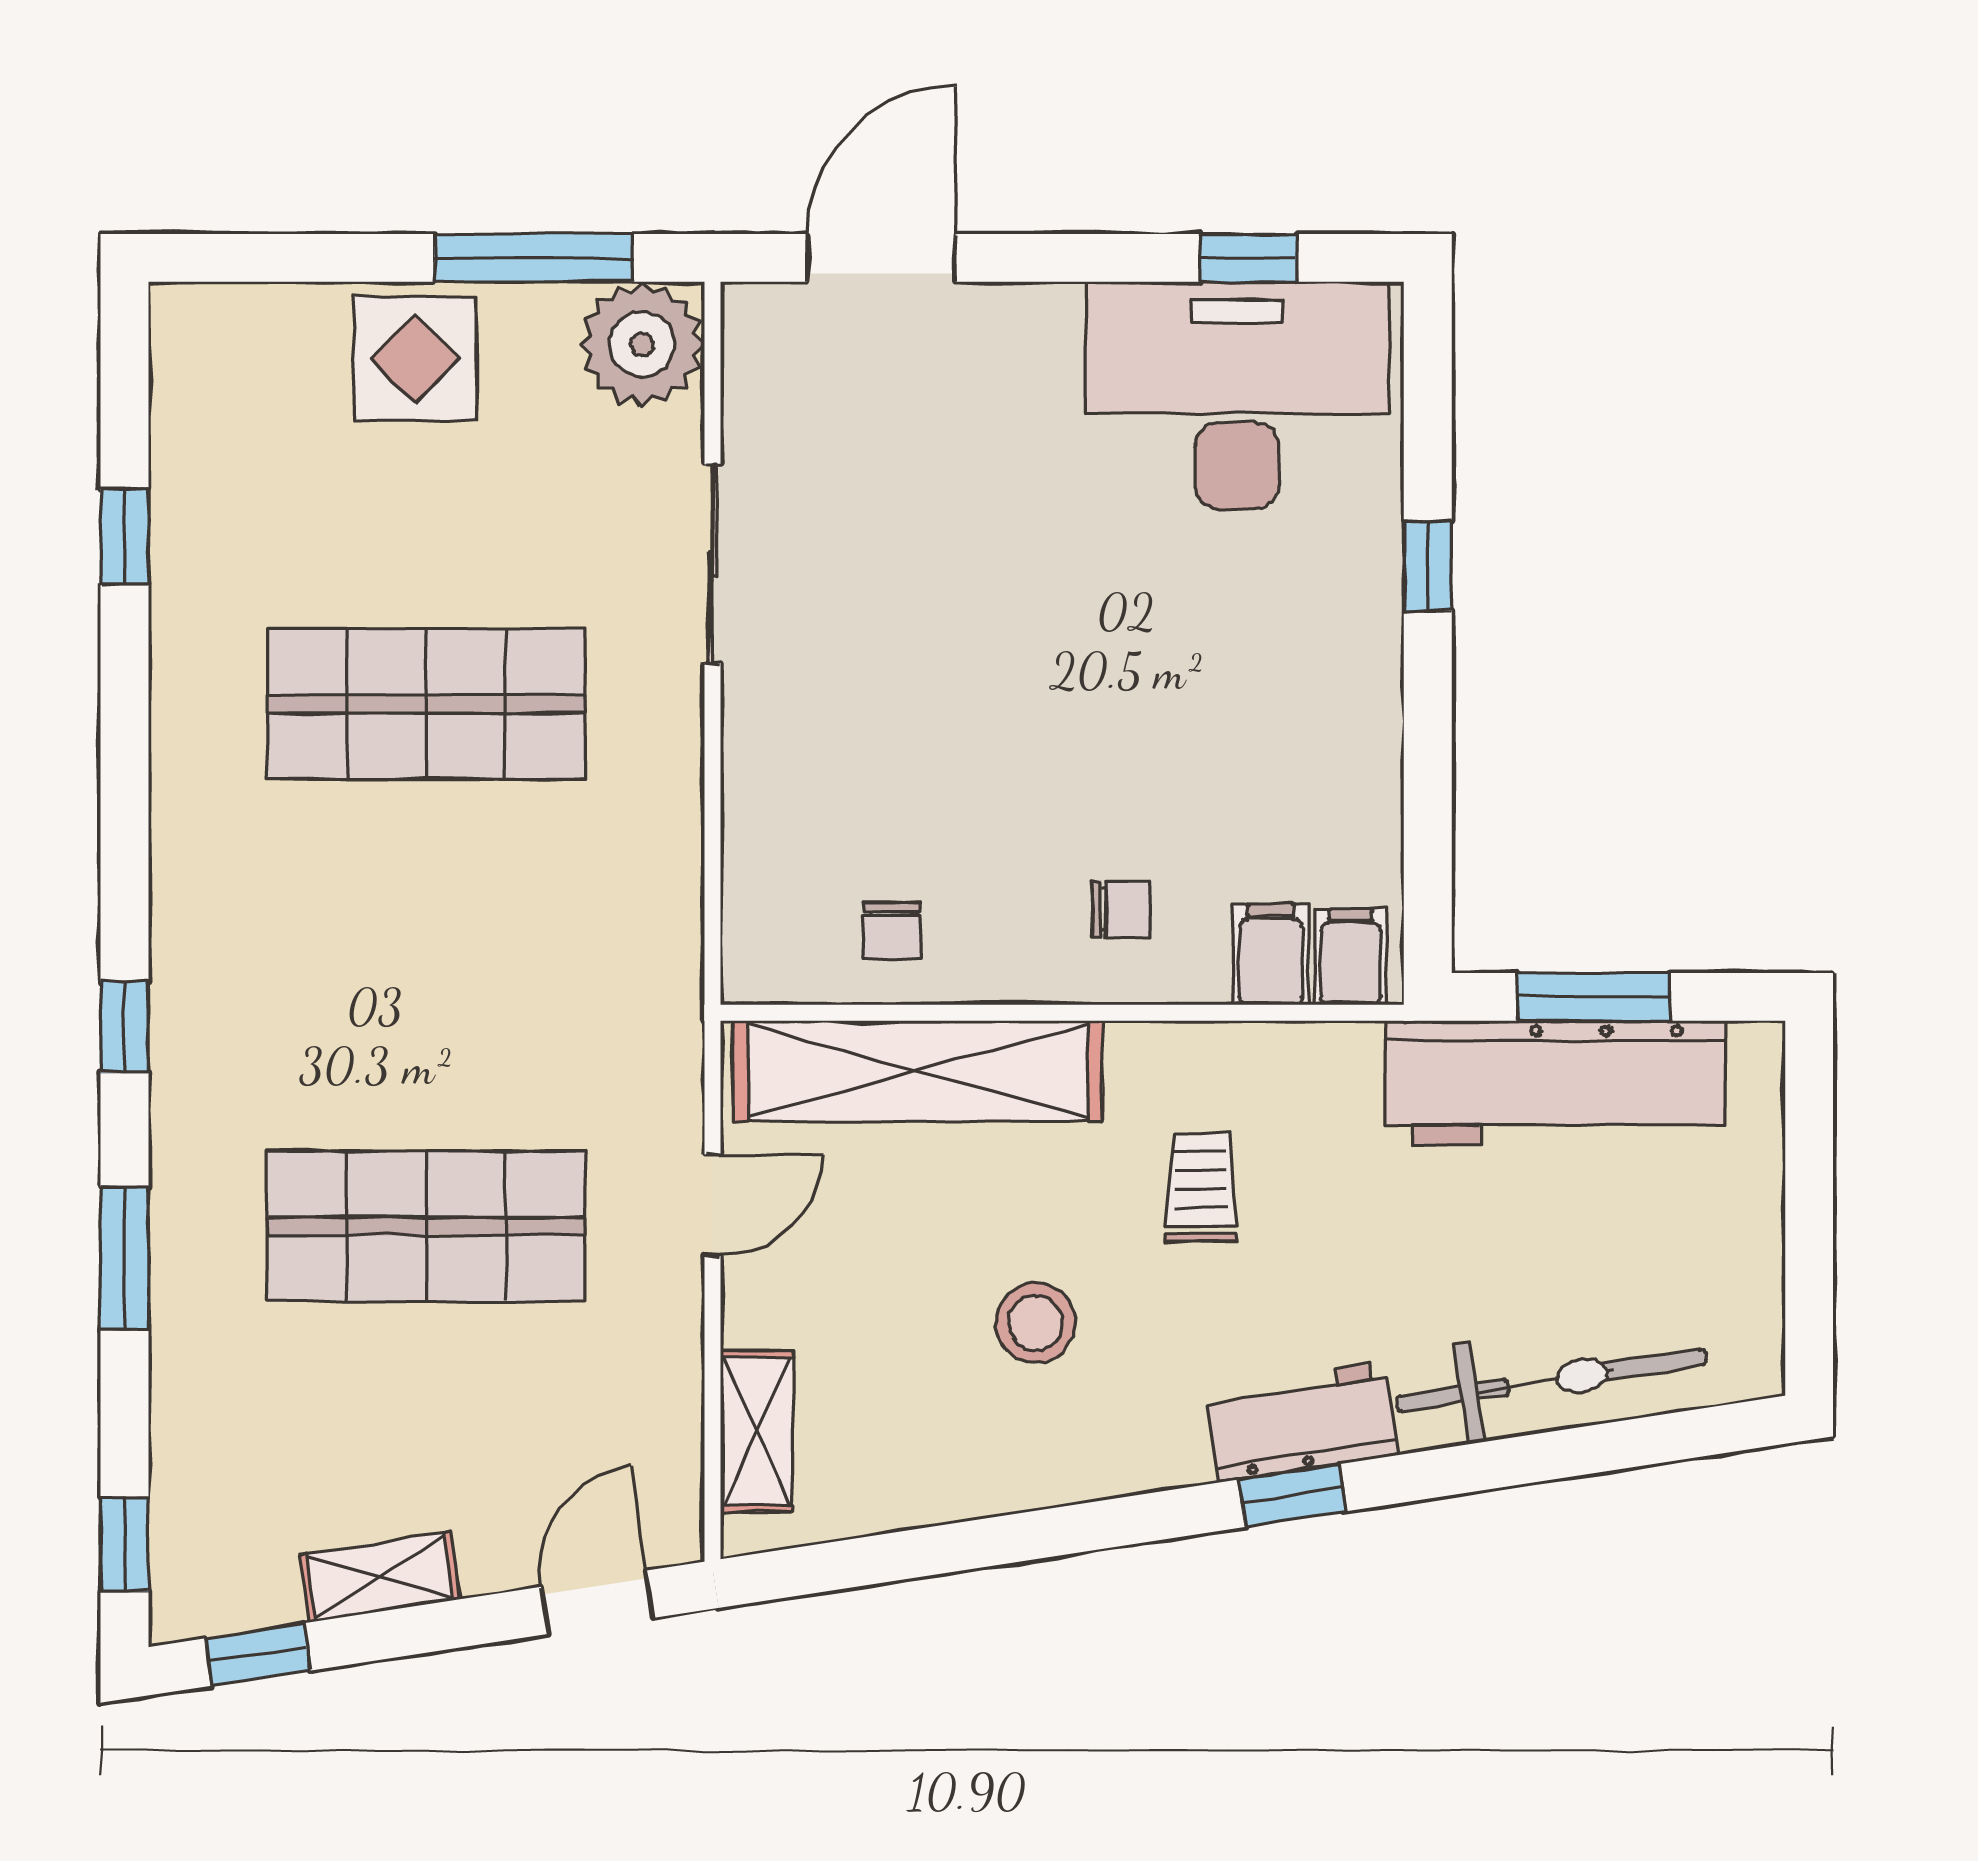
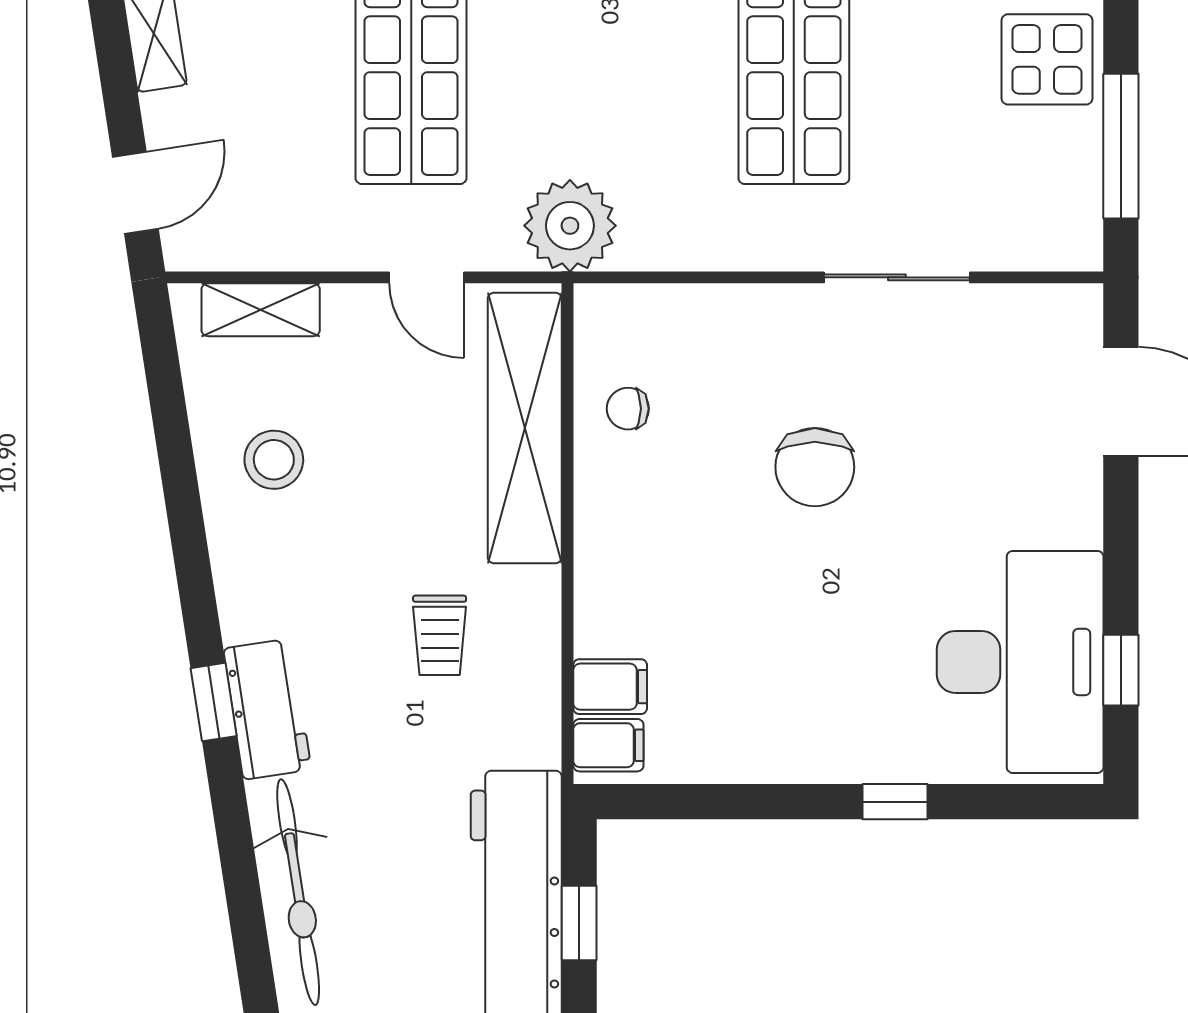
plant: (642, 344) -> (570, 226), moved
chair: (1121, 909) -> (815, 467), moved, width x1.87, depth x1.87
window: (1593, 997) -> (579, 923), width x0.67
trolley: (1201, 1187) -> (440, 635), turned 90
stool: (1036, 1323) -> (274, 460), moved
door: (597, 1602) -> (135, 193), hinge flipped

